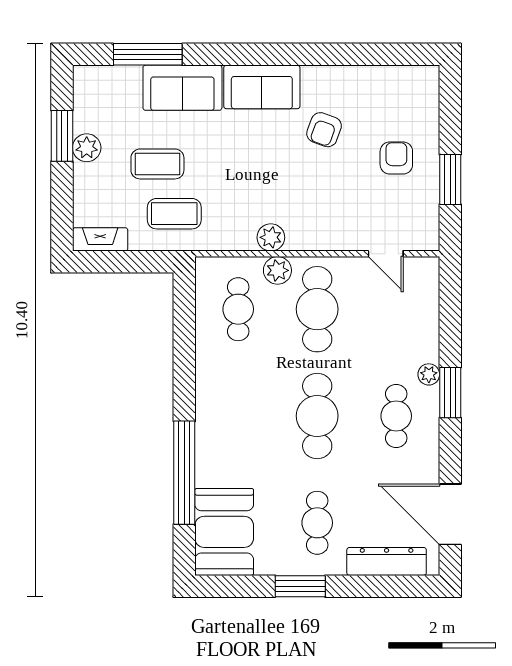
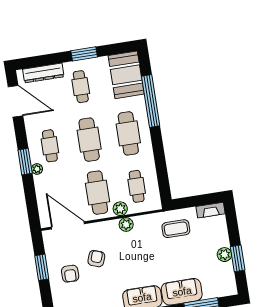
armchair: (324, 130) -> (96, 259), moved
coffee table: (157, 164) -> (188, 252), removed
door: (386, 254) -> (68, 225), width x1.87
cafe table: (238, 416) -> (128, 133), added

